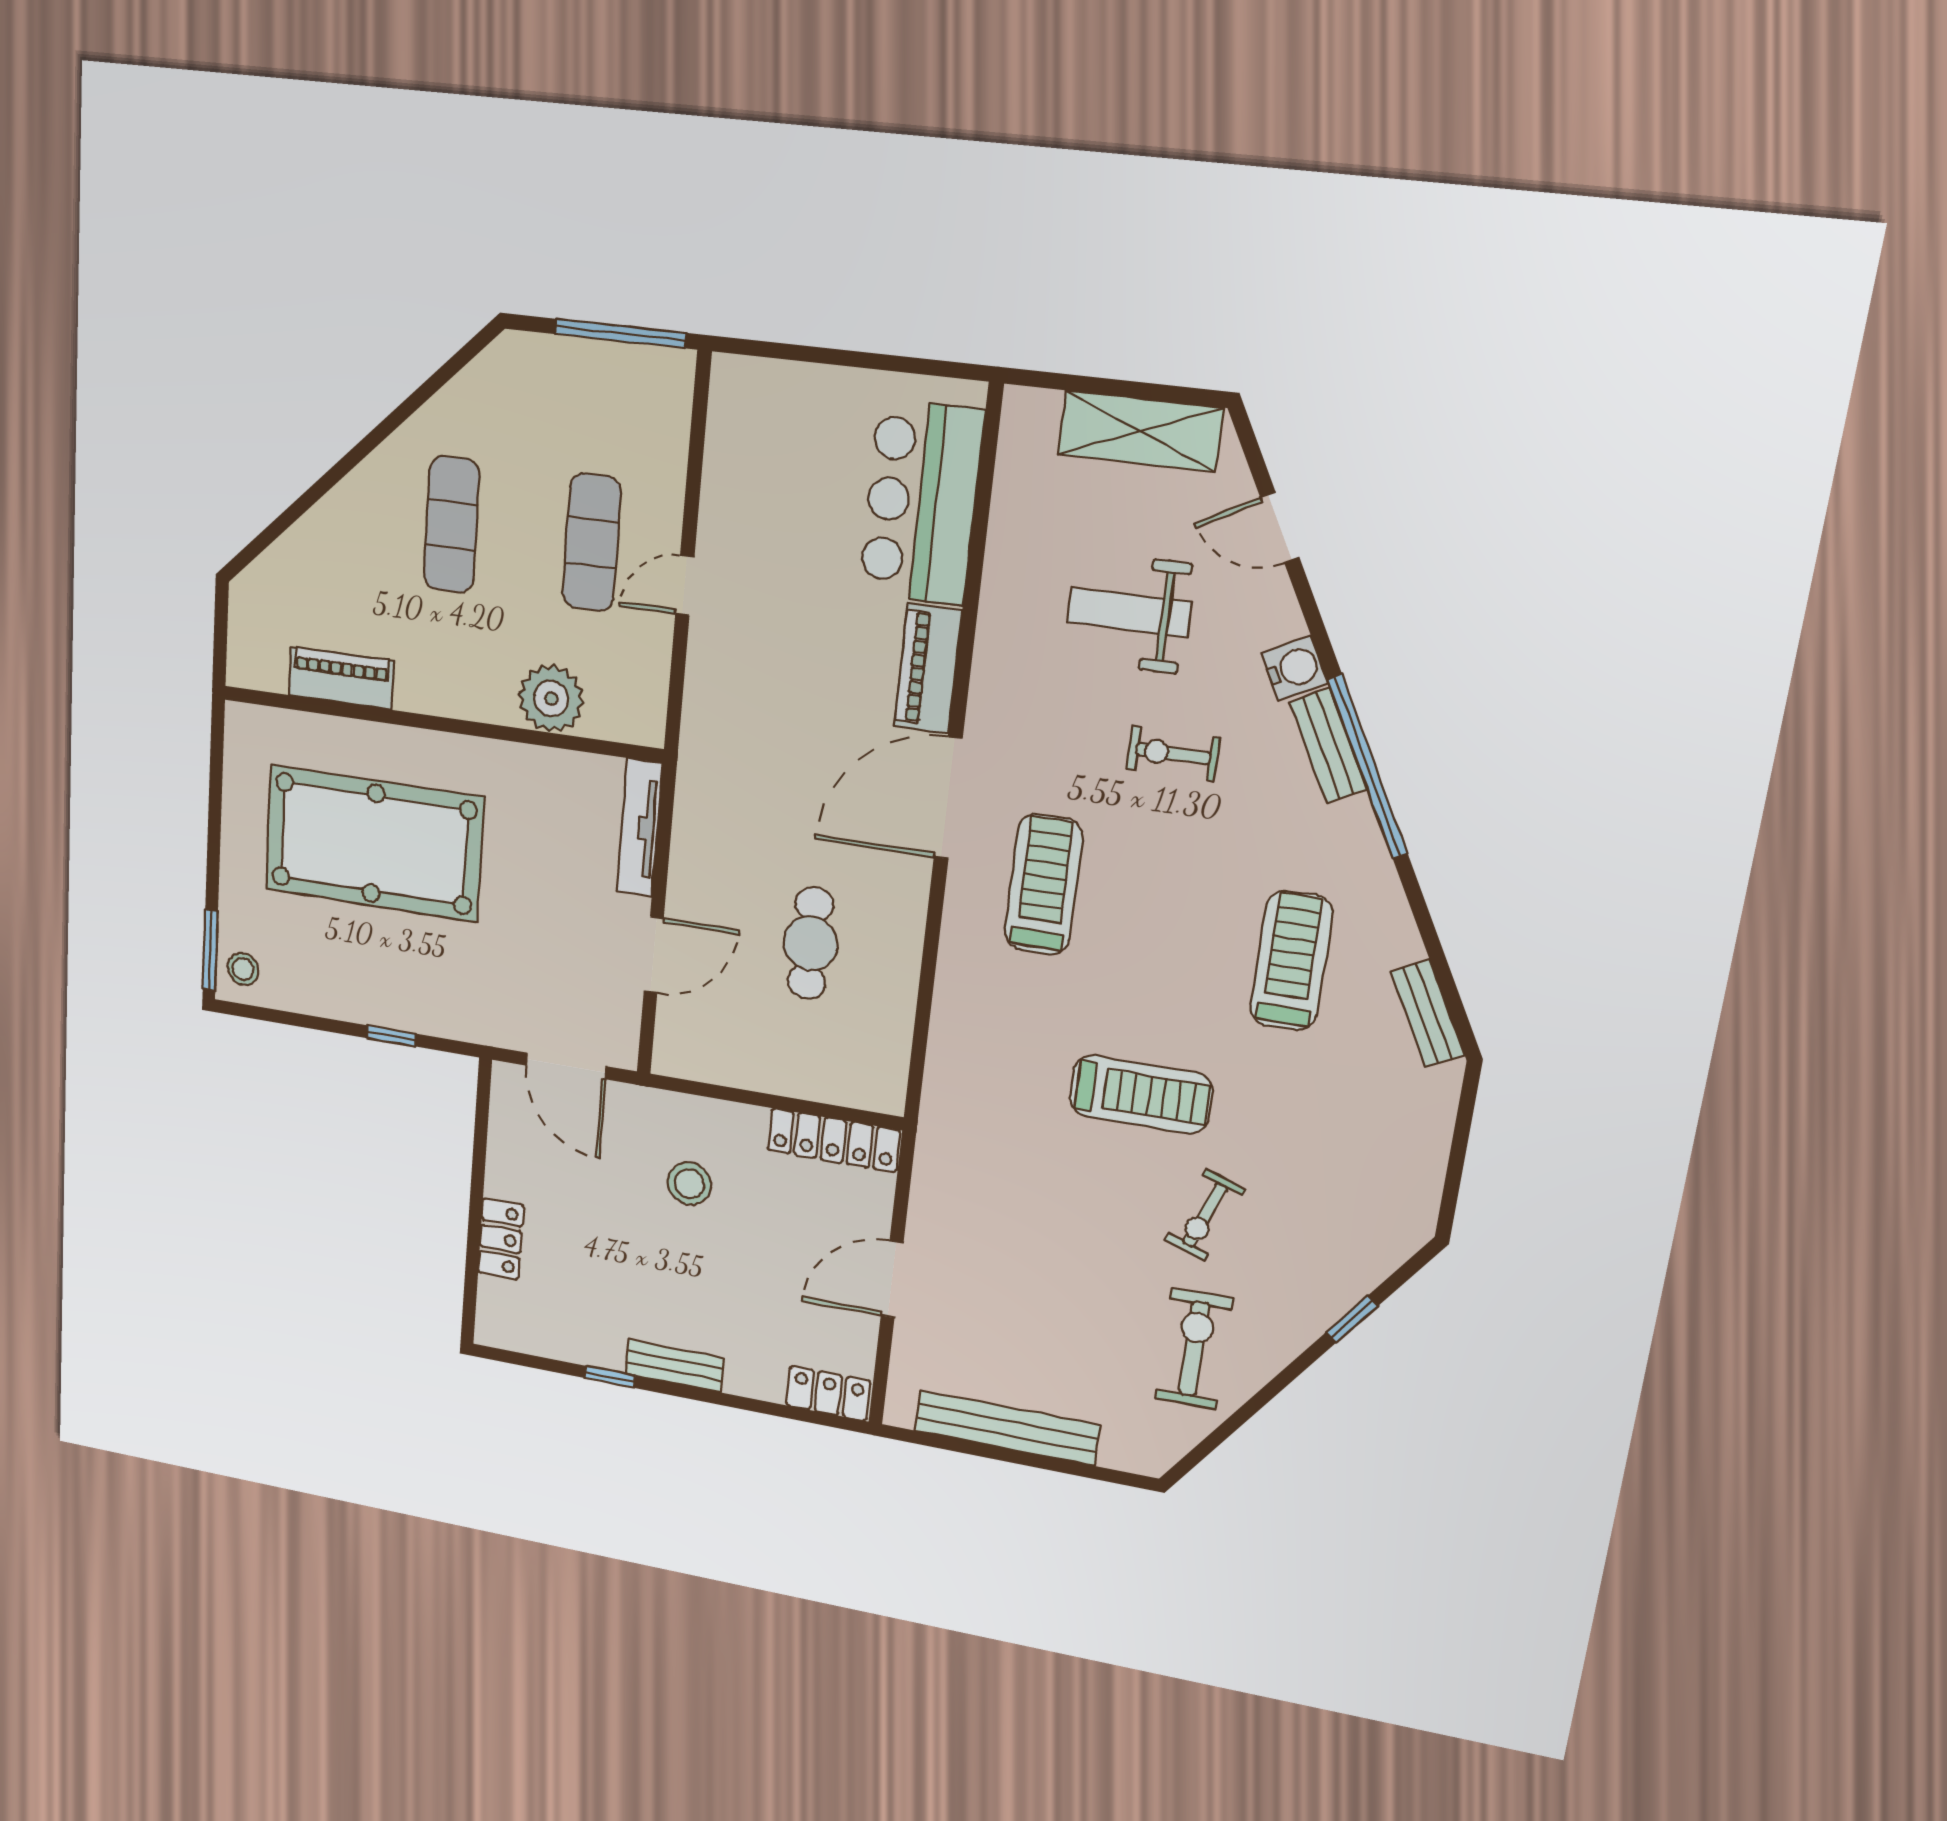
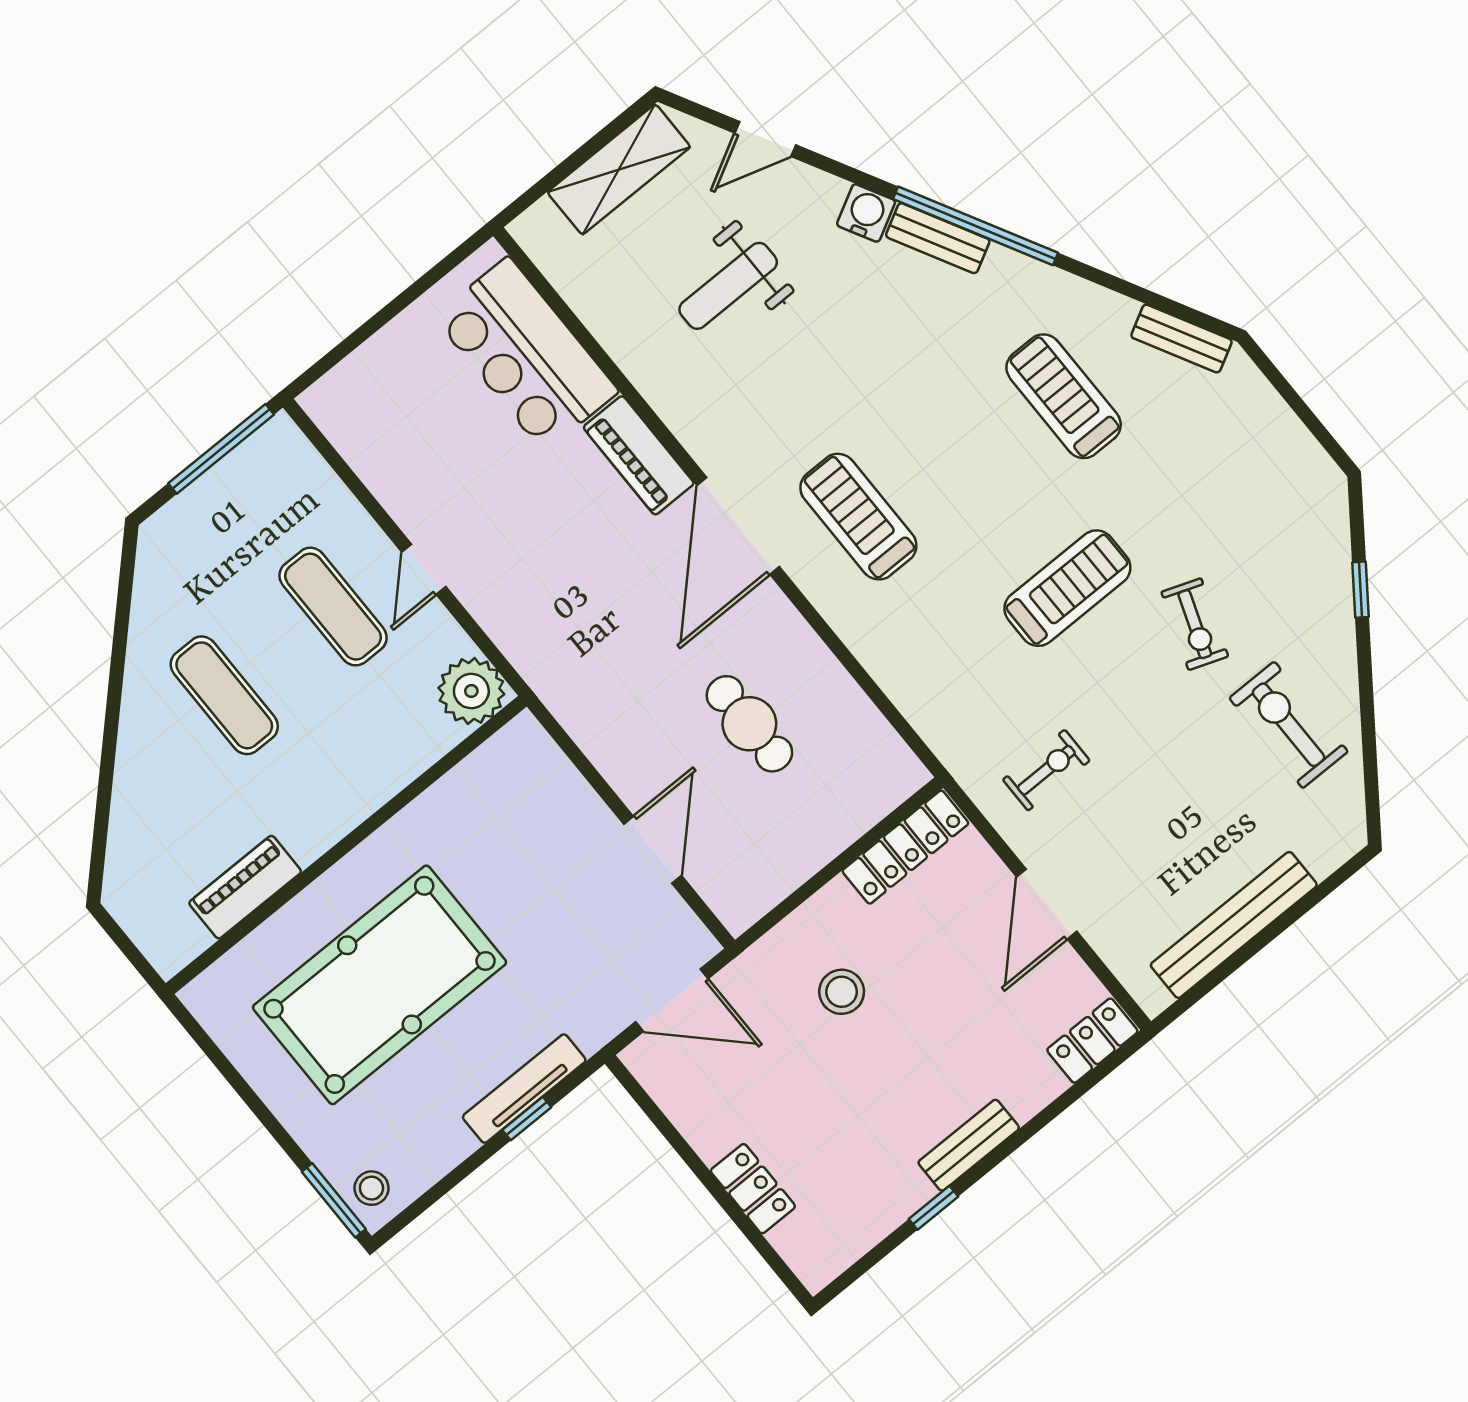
plant: (551, 699) -> (471, 691), moved
exercise bike: (1173, 754) -> (1046, 770), moved, turned 180
tv unit: (639, 828) -> (524, 1089), moved, turned 90

